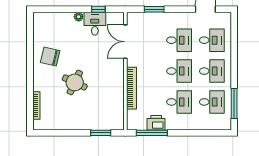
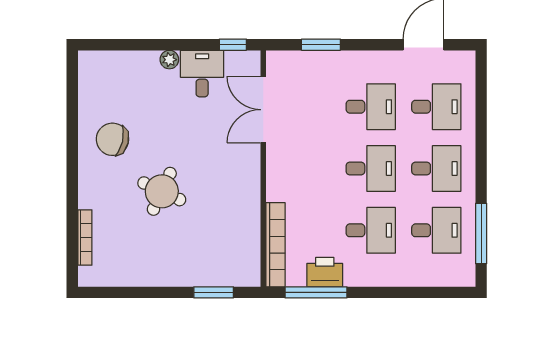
window: (98, 9) -> (233, 45), moved
bookcase: (131, 88) -> (275, 245), moved

